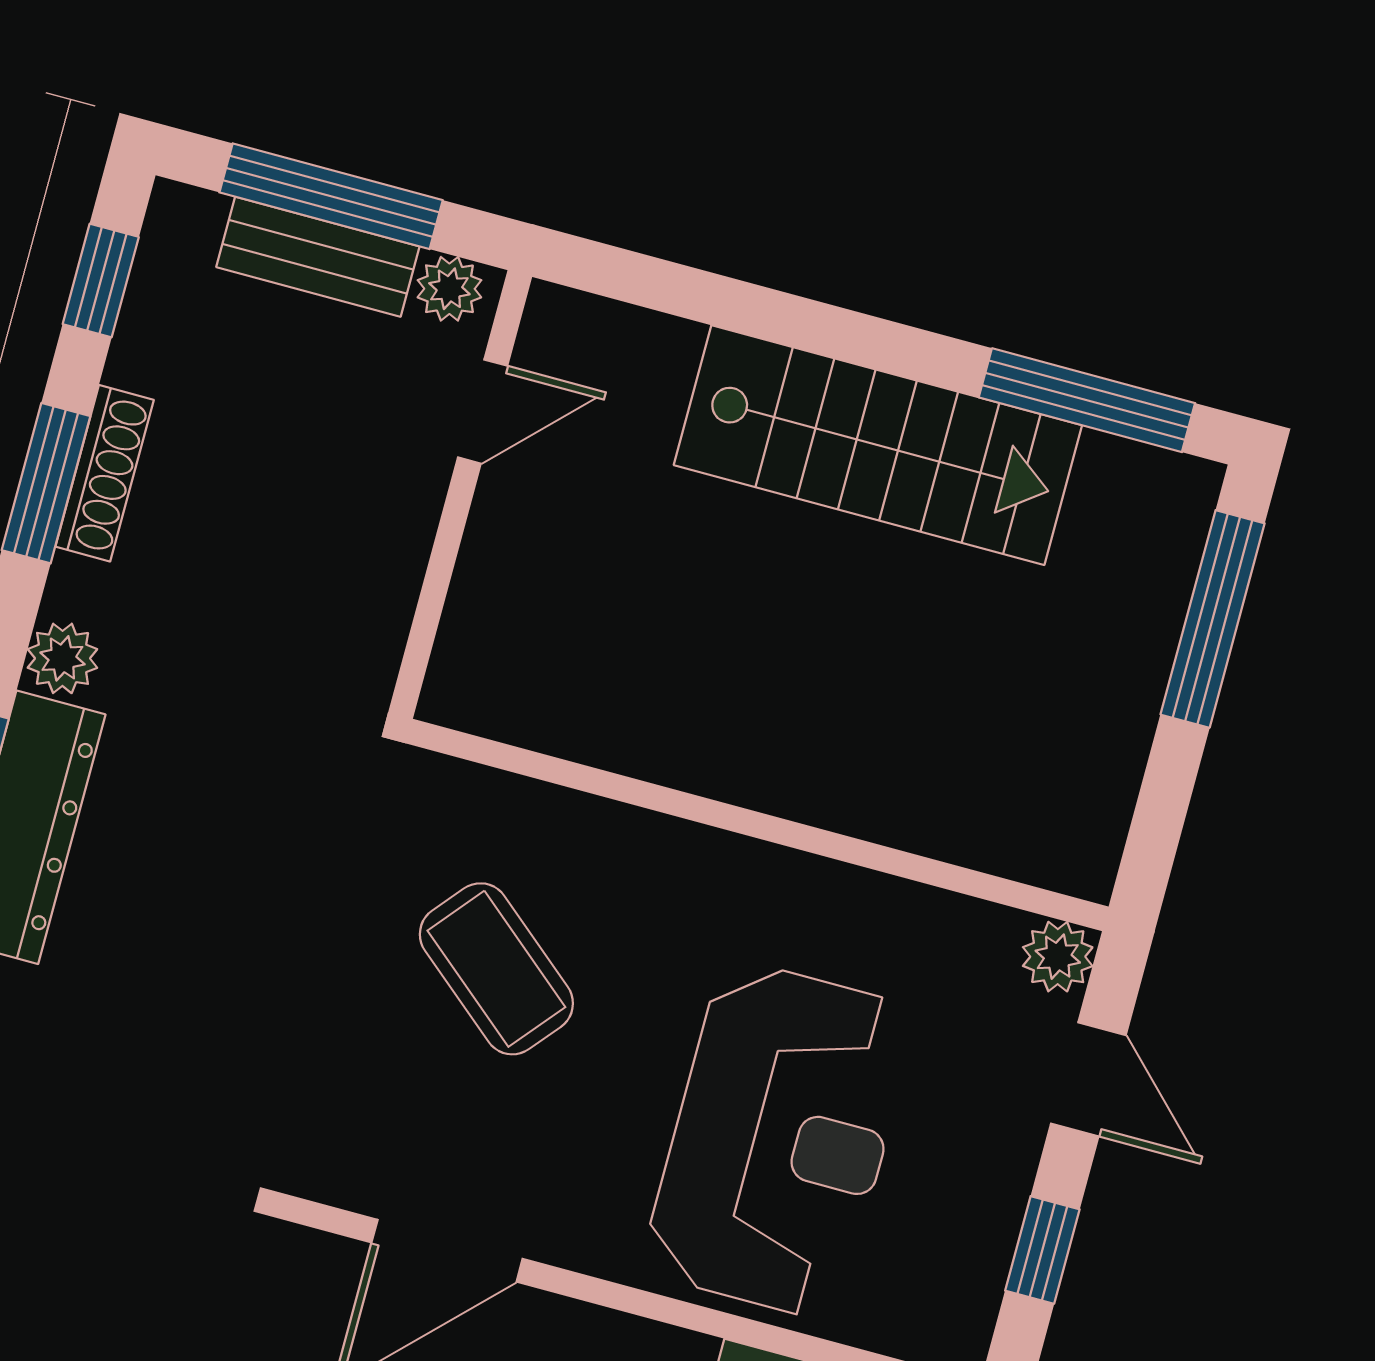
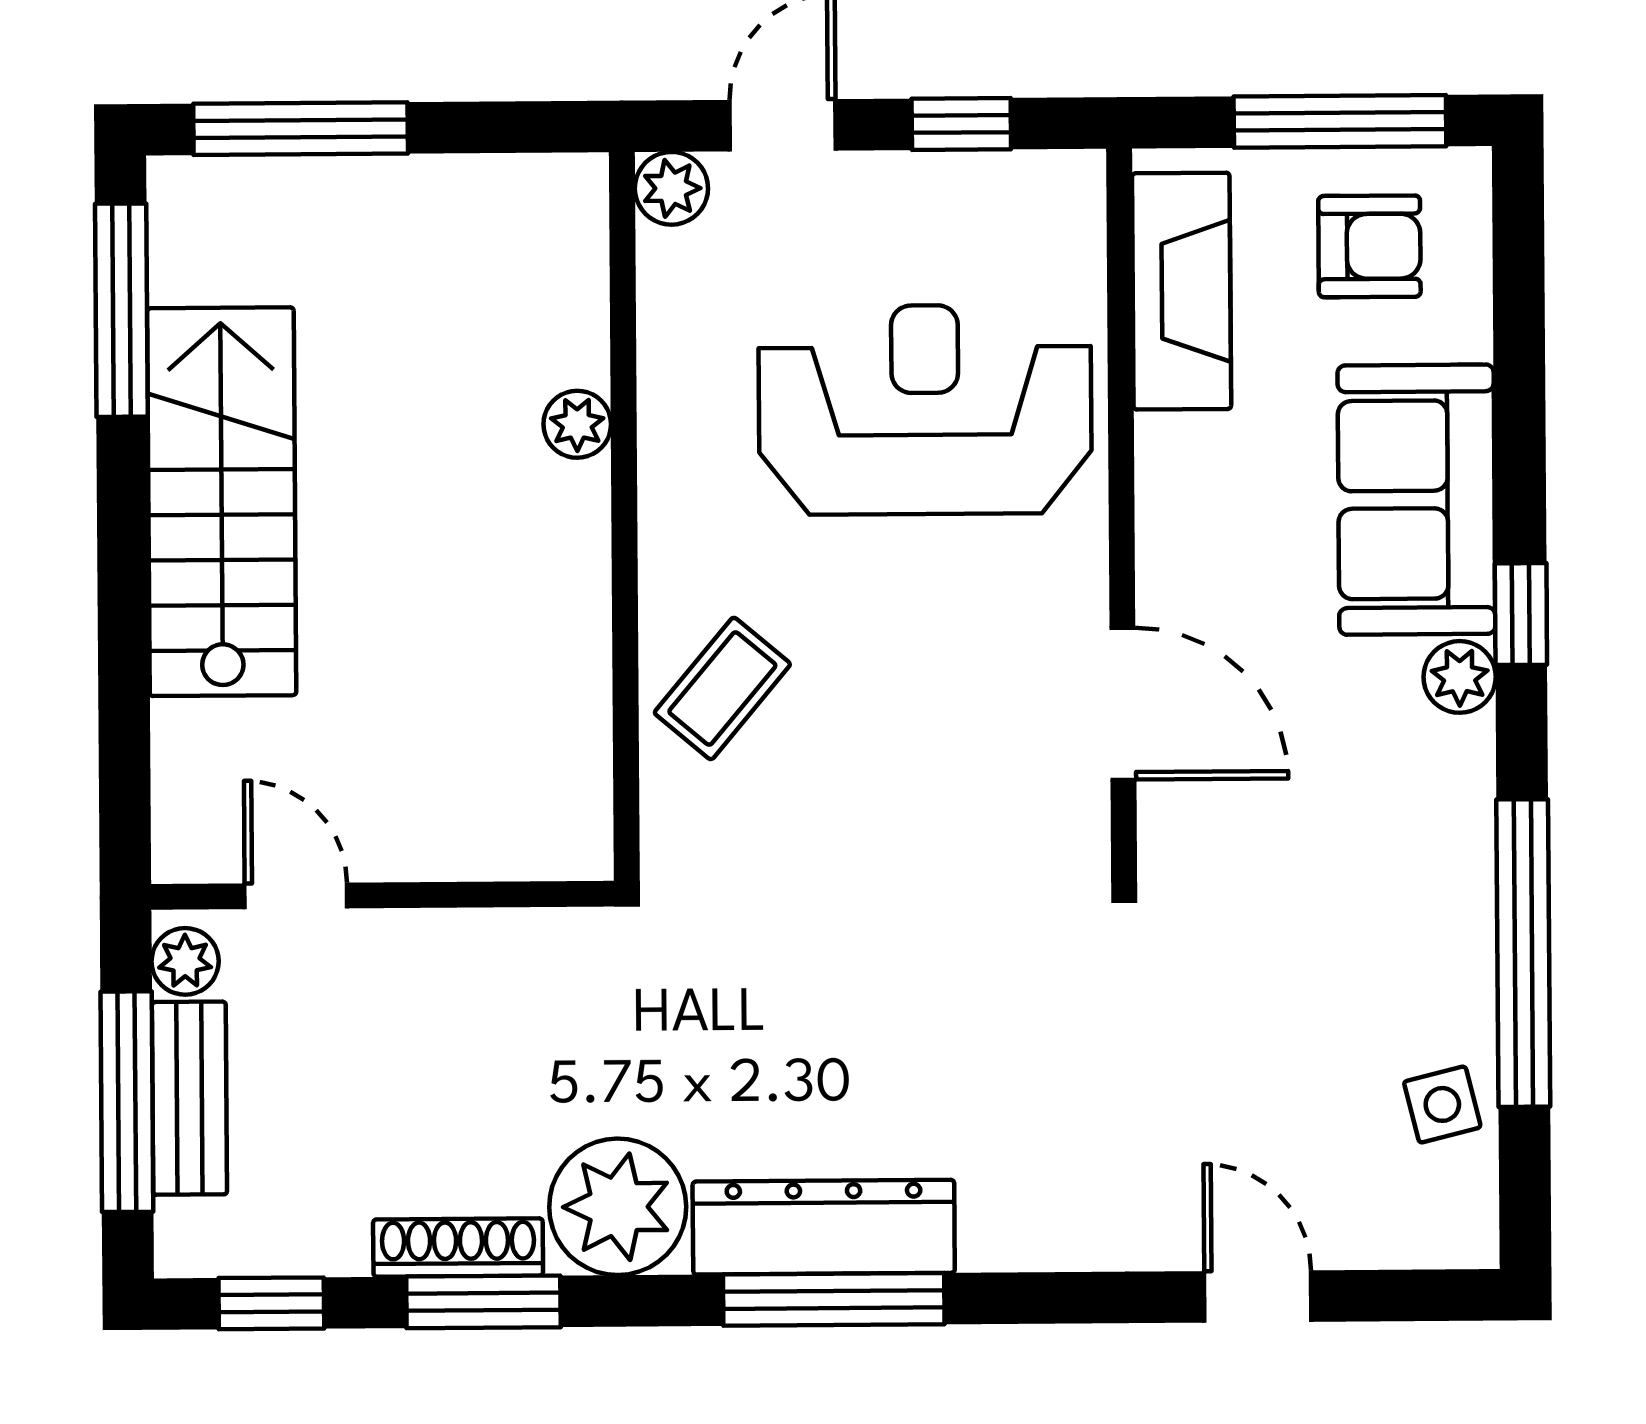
plant: (62, 658) -> (618, 1207), width x1.87, depth x1.87
plant: (858, 804) -> (577, 424), added
coffee table: (496, 969) -> (722, 688), moved, width x0.73, depth x0.77

